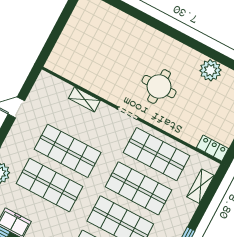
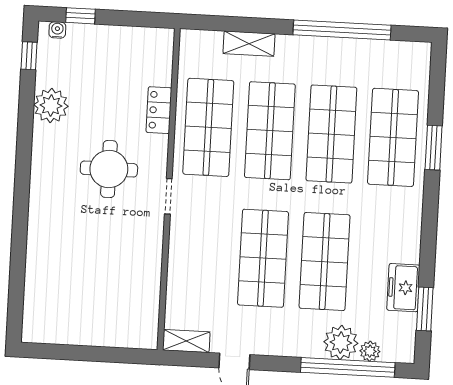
shelving: (84, 99) -> (186, 341), moved, turned 90
locker: (212, 148) -> (159, 110), moved
shelving: (201, 186) -> (249, 44), moved

